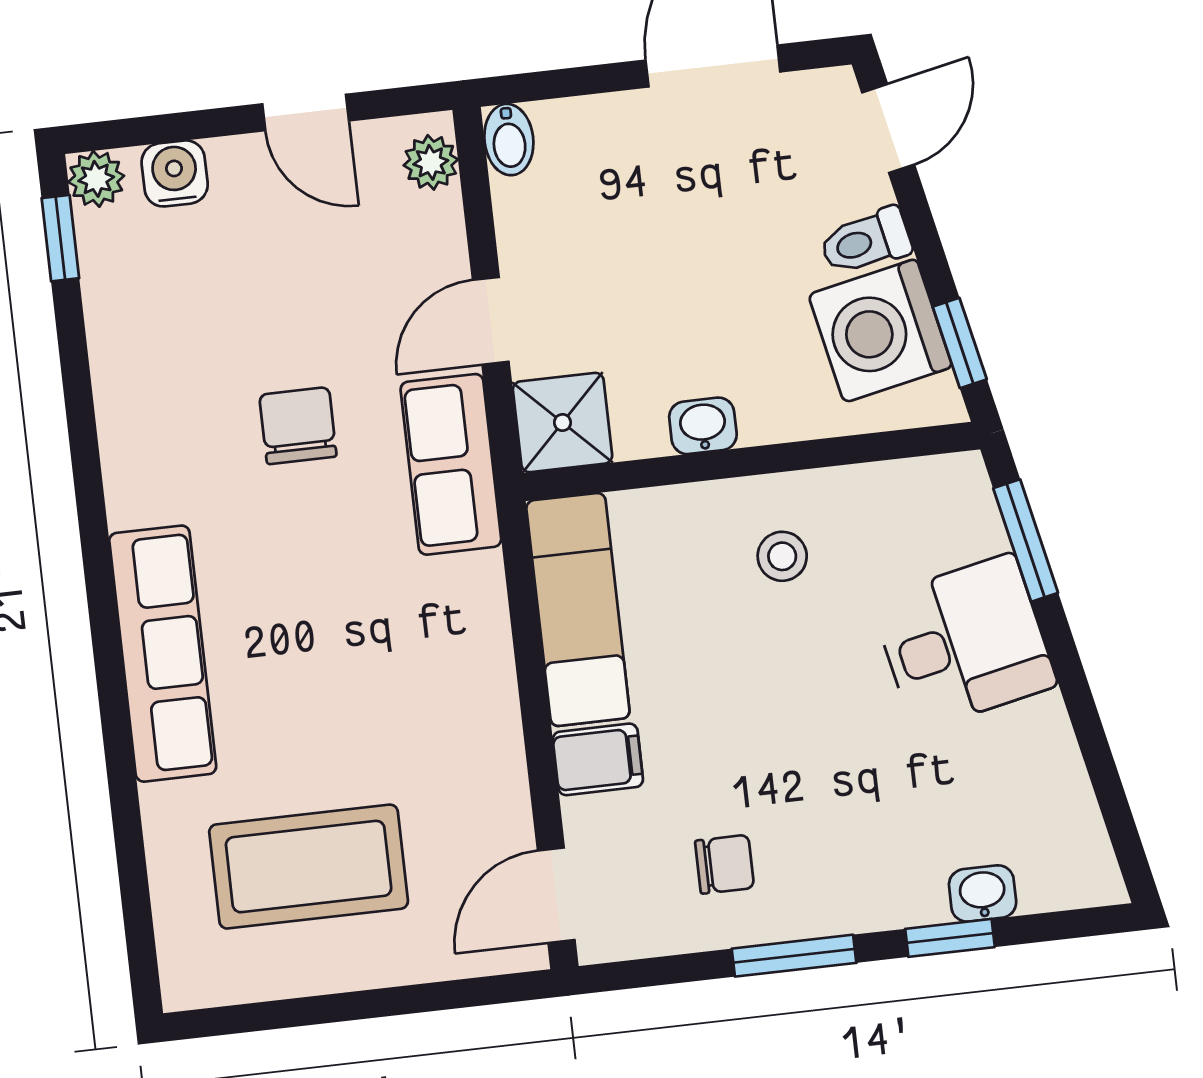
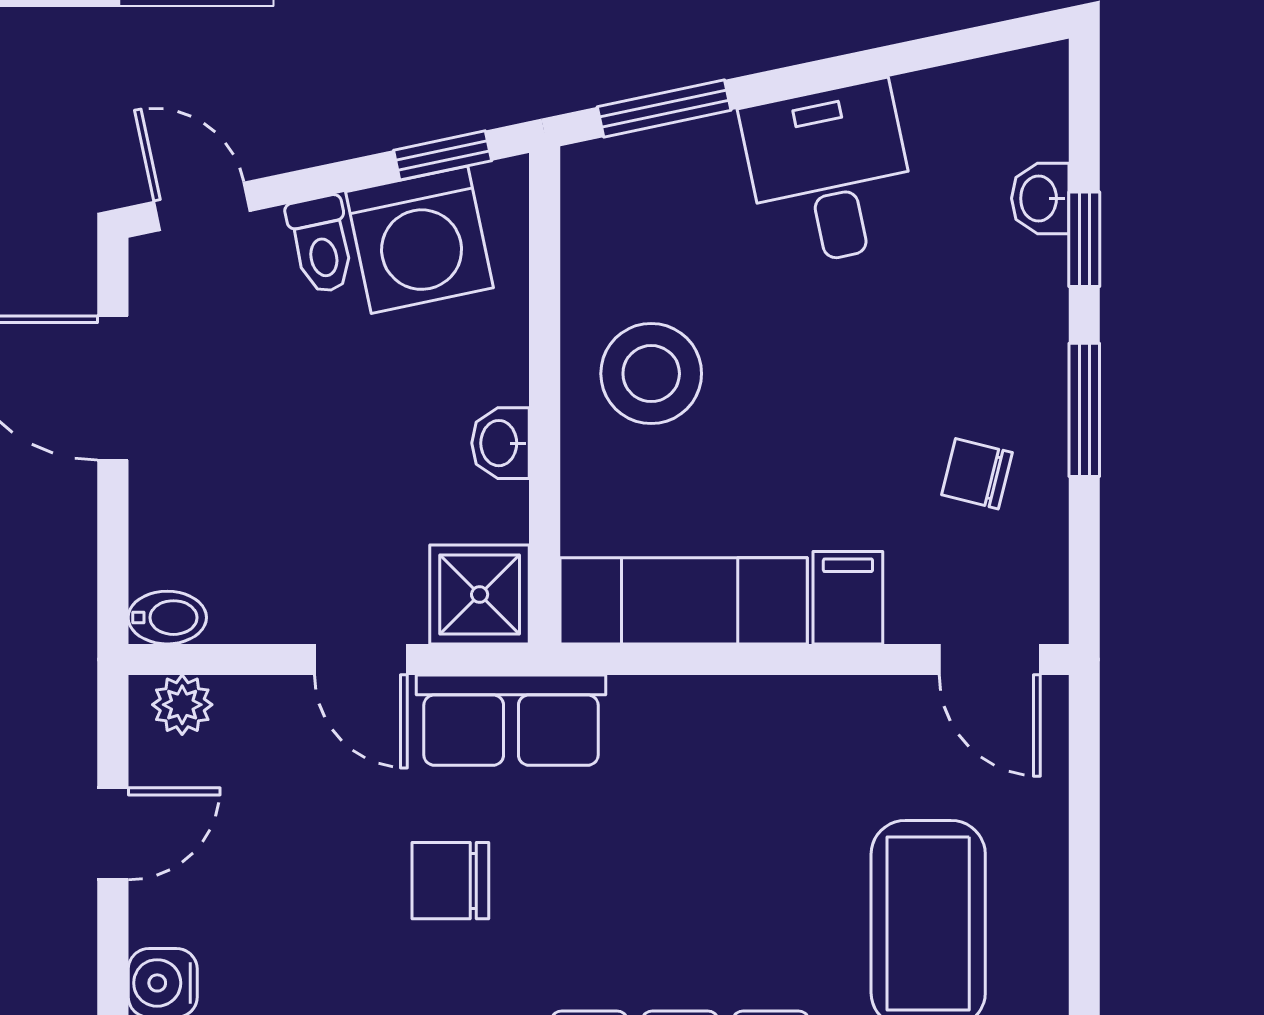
stool: (782, 556) -> (651, 374), width x1.89, depth x1.89
desk: (964, 642) -> (830, 174), moved
chair: (725, 864) -> (977, 474), turned -76

